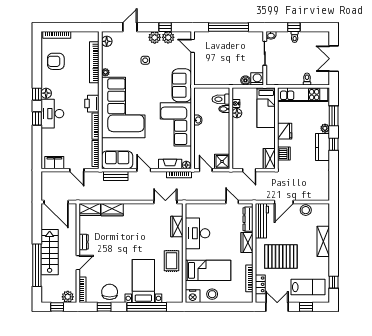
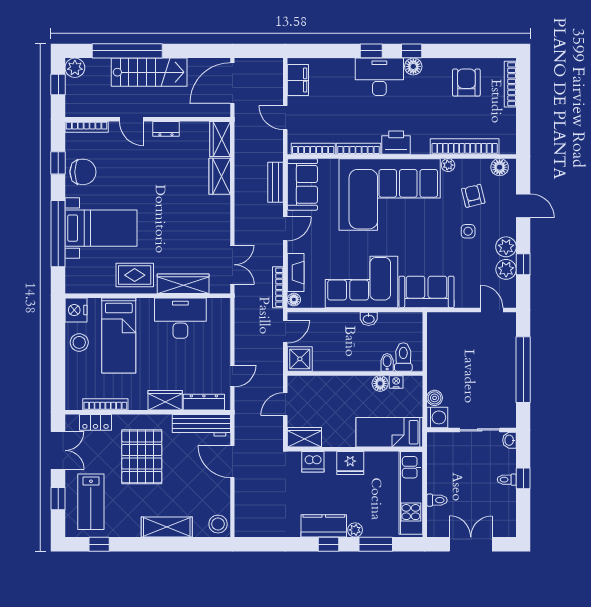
door: (193, 46) -> (492, 310), hinge flipped
armchair: (124, 57) -> (473, 196), added
door: (77, 170) -> (285, 118), hinge flipped
stool: (306, 210) -> (218, 524), moved
wardrobe: (177, 226) -> (183, 284), width x1.50
plant: (68, 297) -> (75, 68), moved

